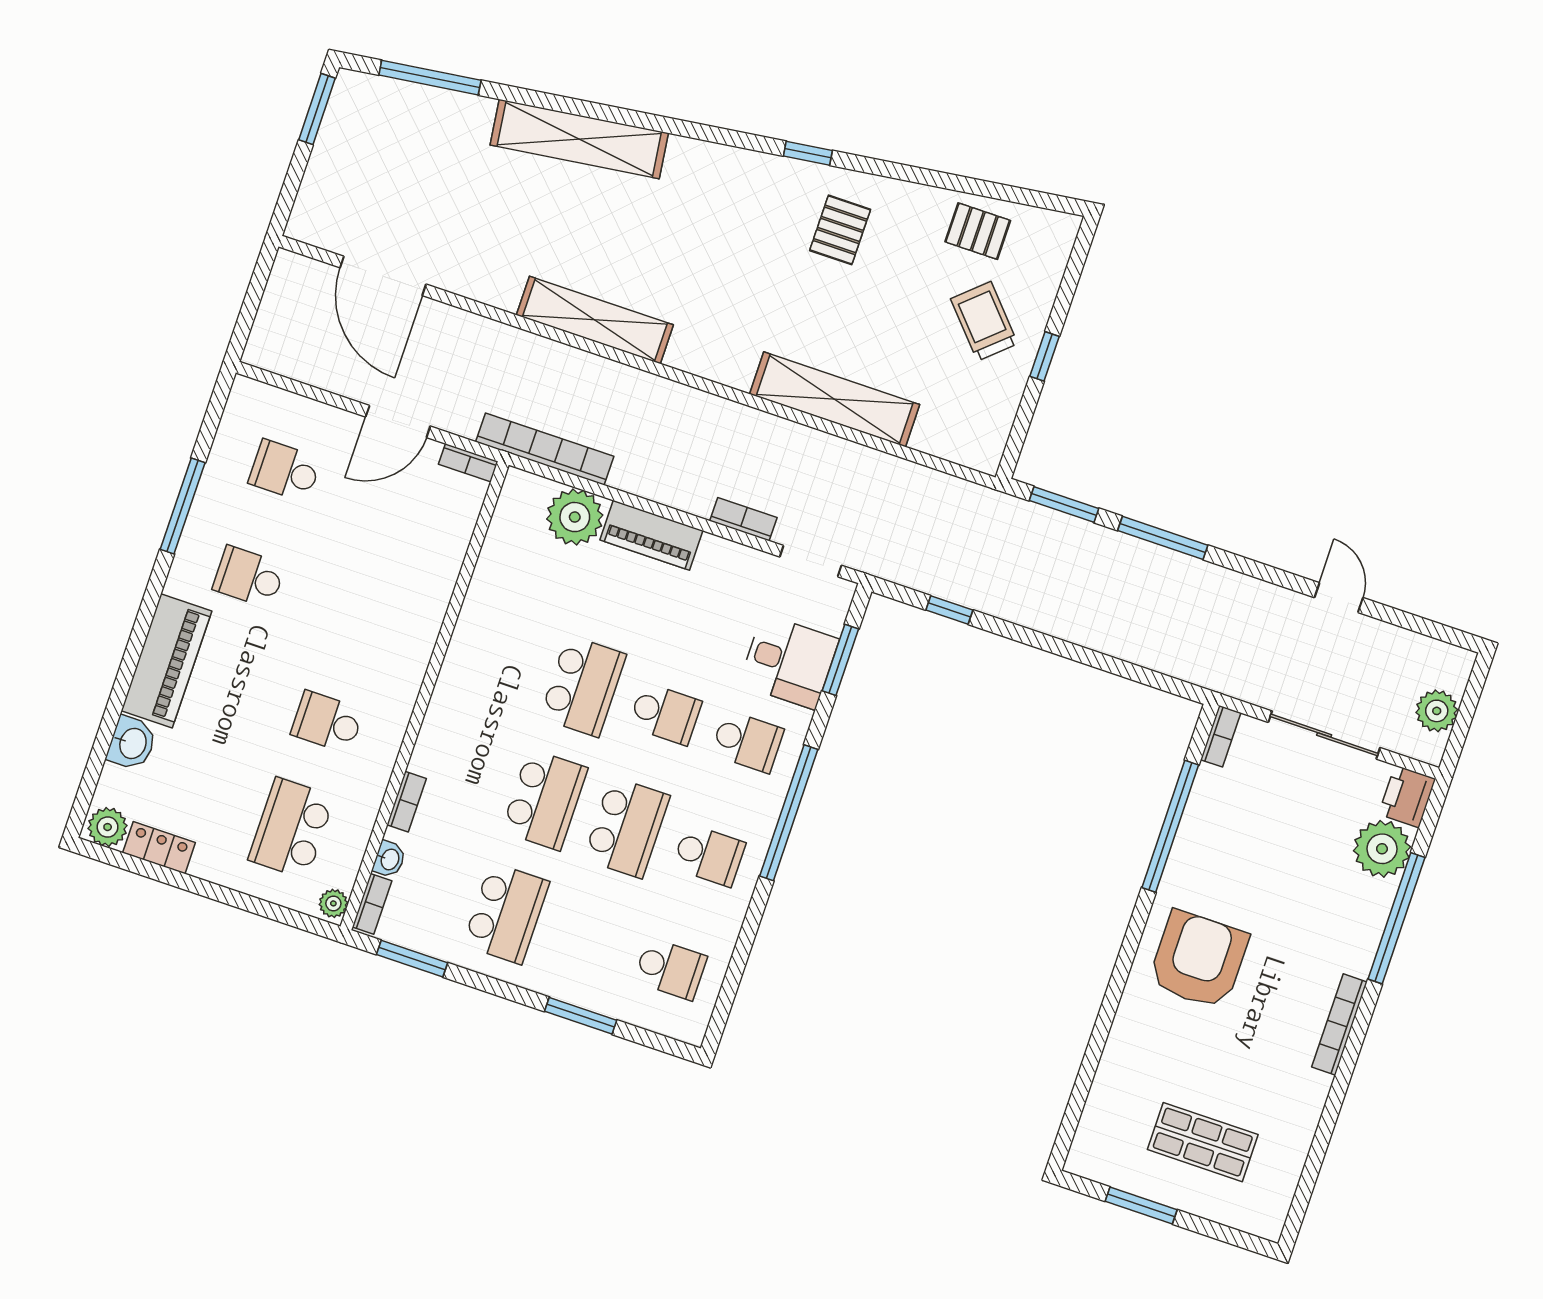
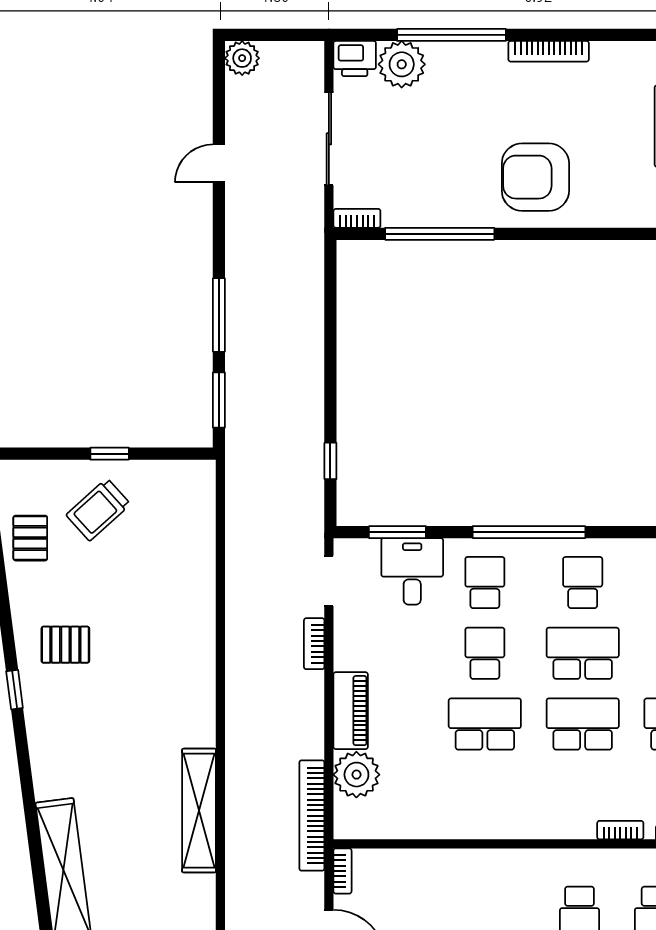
shelving: (835, 399) -> (198, 605), removed
plant: (1437, 711) -> (242, 58), moved

